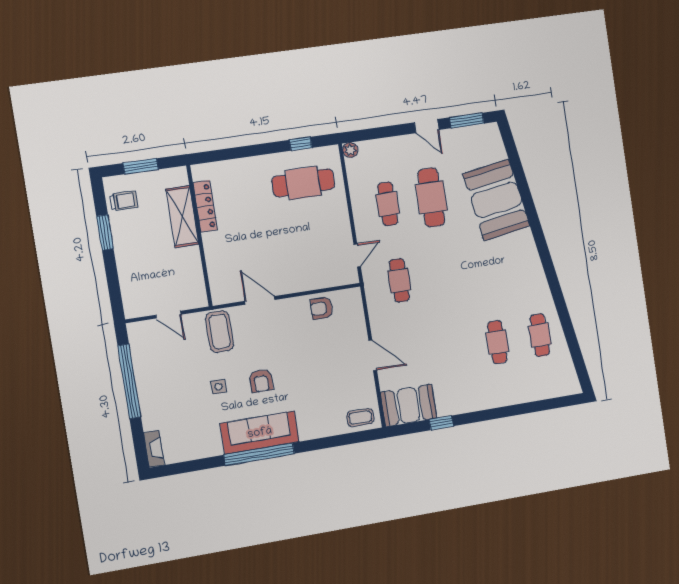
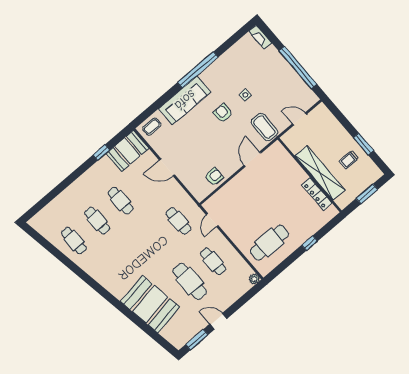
window: (301, 144) -> (309, 243), moved
trolley: (124, 201) -> (349, 160), moved
shelving: (182, 217) -> (320, 173), width x1.47
door: (260, 300) -> (252, 159), swing flipped
cafe table: (454, 349) -> (121, 201), added
sofa: (260, 433) -> (185, 100), moved

